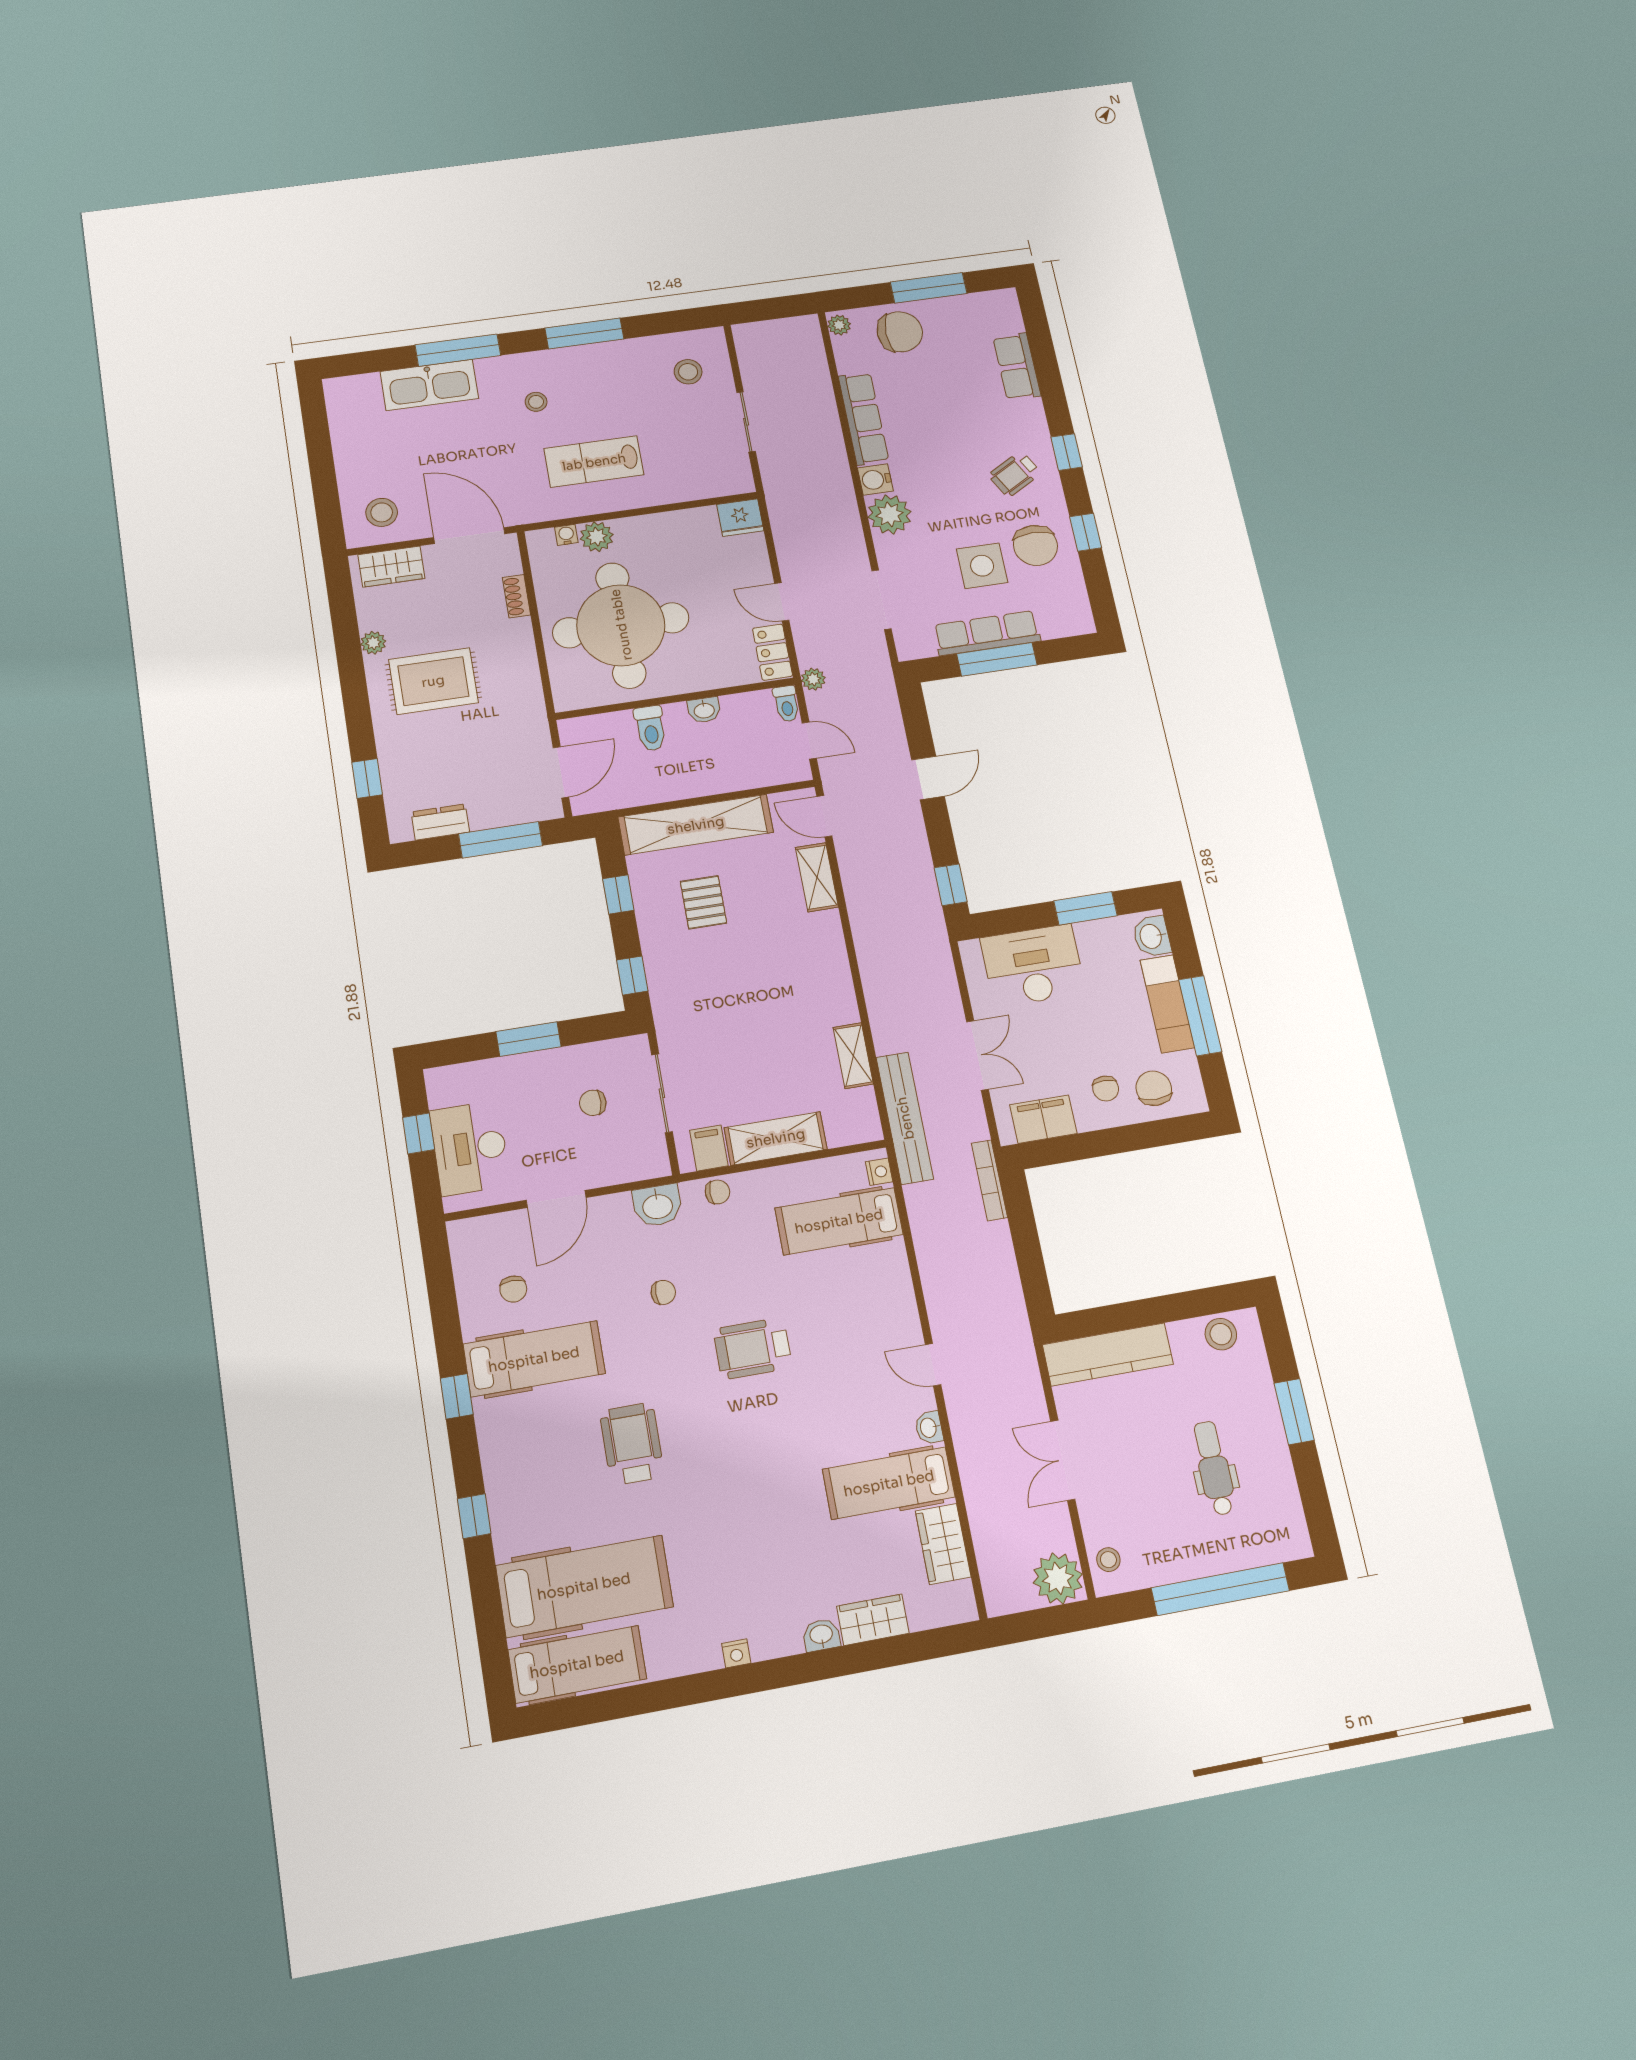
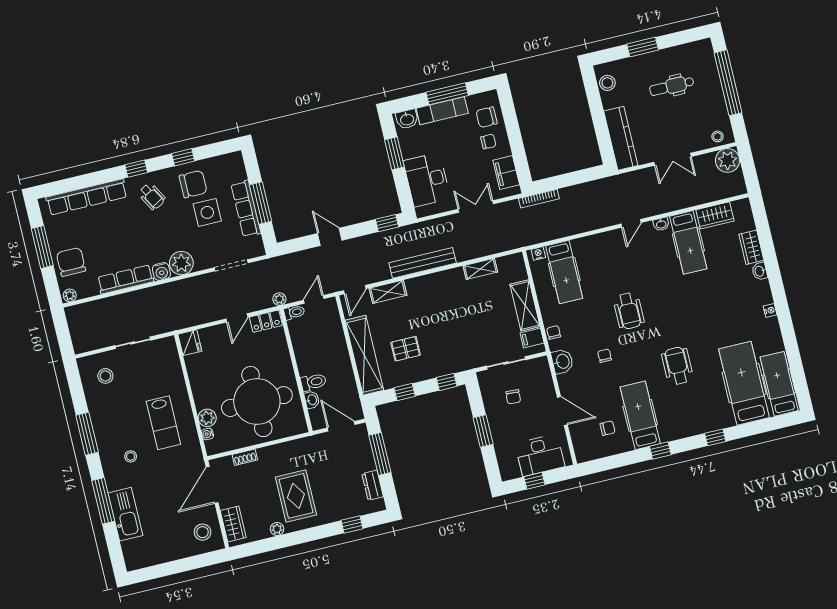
row of seats: (1017, 366) -> (87, 197), width x2.02
washbasin: (704, 710) -> (312, 400), moved
bench: (905, 1118) -> (423, 263), moved
wheelchair: (632, 1444) -> (677, 366), turned 90

